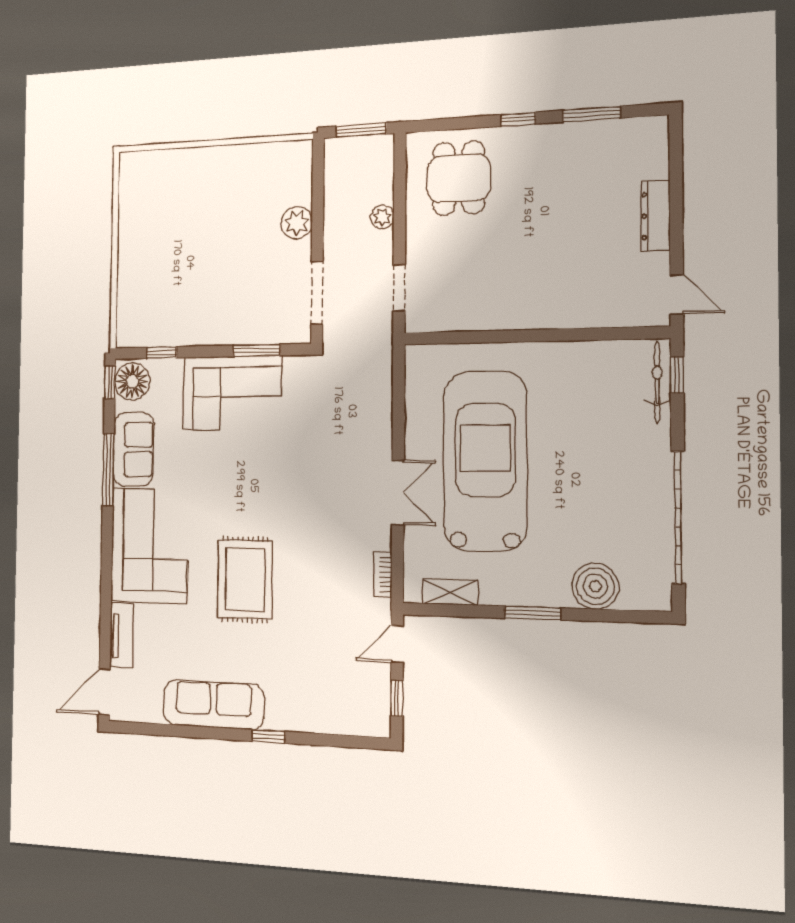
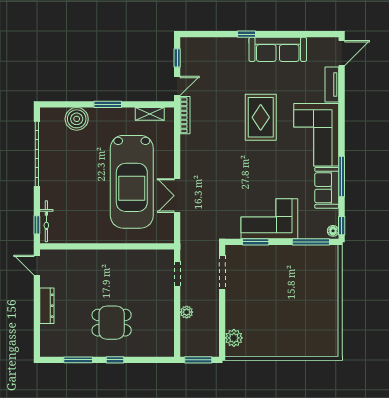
dining table: (459, 178) -> (112, 323), moved, turned 90
plant: (297, 223) -> (234, 338), moved
window: (162, 353) -> (311, 242), width x2.17
floor lamp: (132, 382) -> (333, 231), width x0.53, depth x0.53
double door: (398, 493) -> (177, 196), moved
bookcase: (383, 574) -> (185, 115), width x1.56

